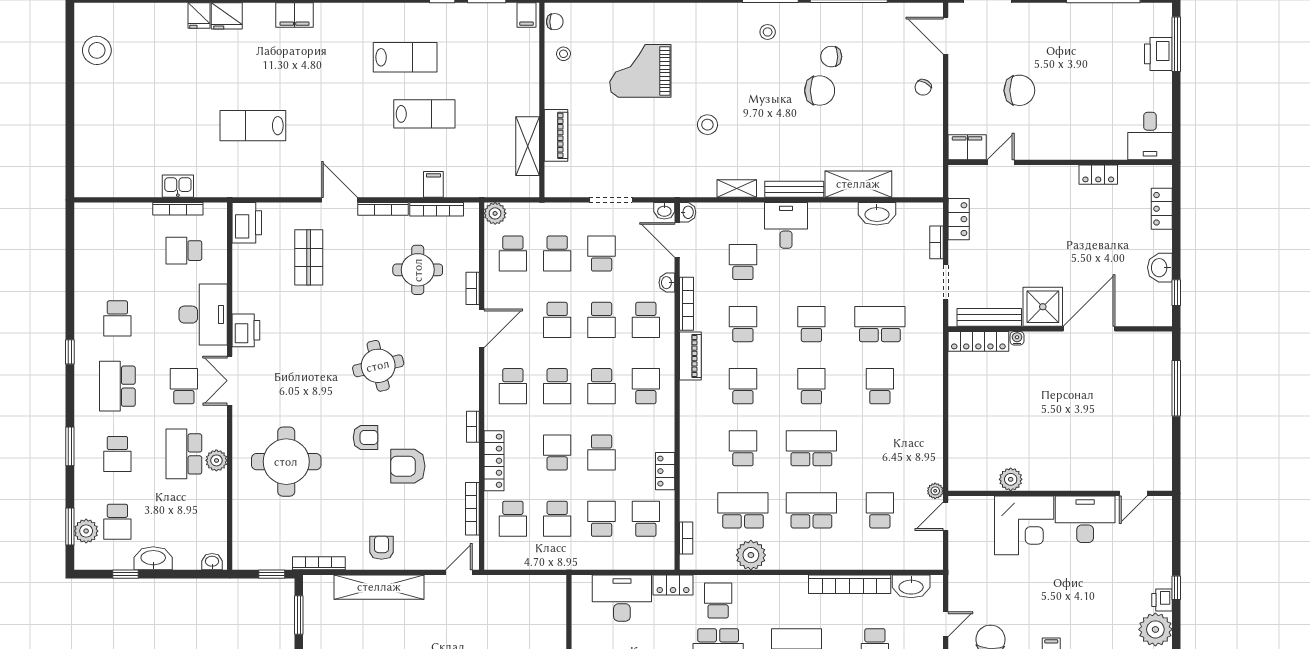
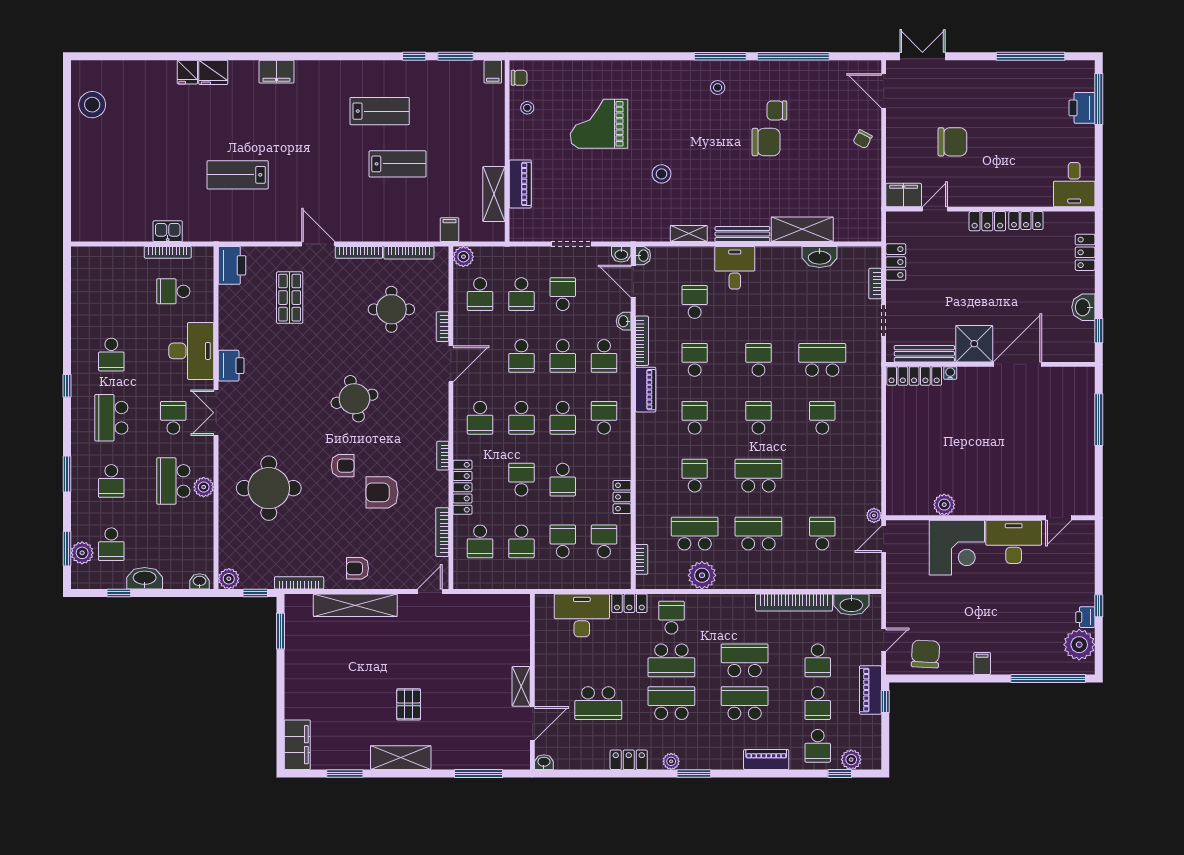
locker: (1057, 175) -> (987, 221), added
filing cabinet: (433, 184) -> (450, 230), moved
armchair: (381, 548) -> (358, 568), turned -90
plant: (243, 559) -> (229, 579), added

